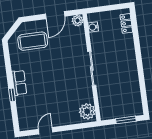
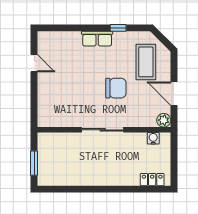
chair: (57, 62) -> (116, 88), added
window: (12, 95) -> (118, 28), moved
plant: (87, 111) -> (51, 117), removed

